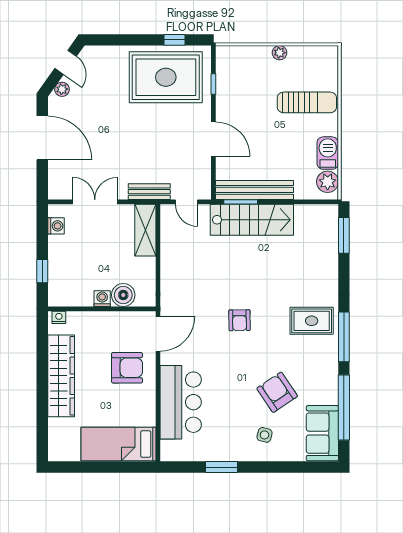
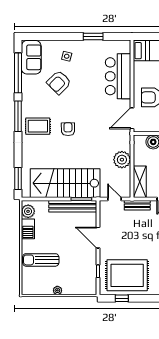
stairs: (252, 220) -> (65, 183), width x1.36, depth x1.51
plant: (174, 266) -> (122, 160), added
armchair: (239, 320) -> (68, 129), moved
armchair: (277, 392) -> (59, 82), turned 79

